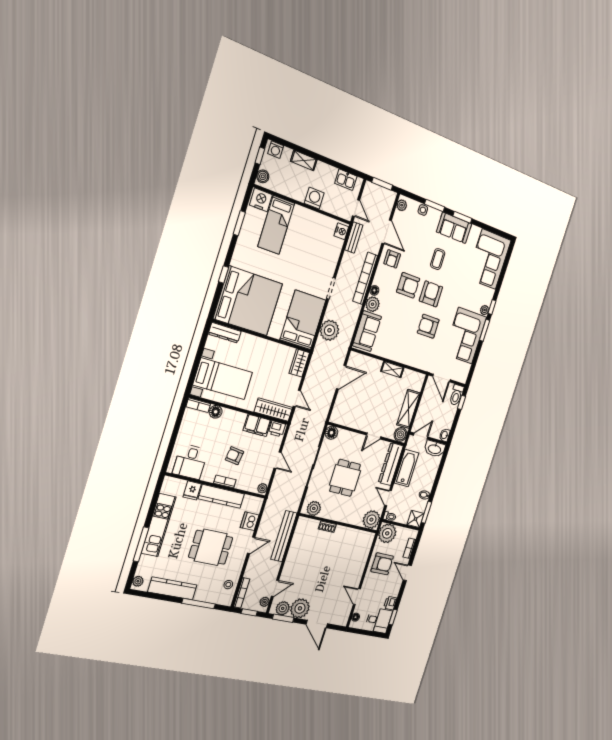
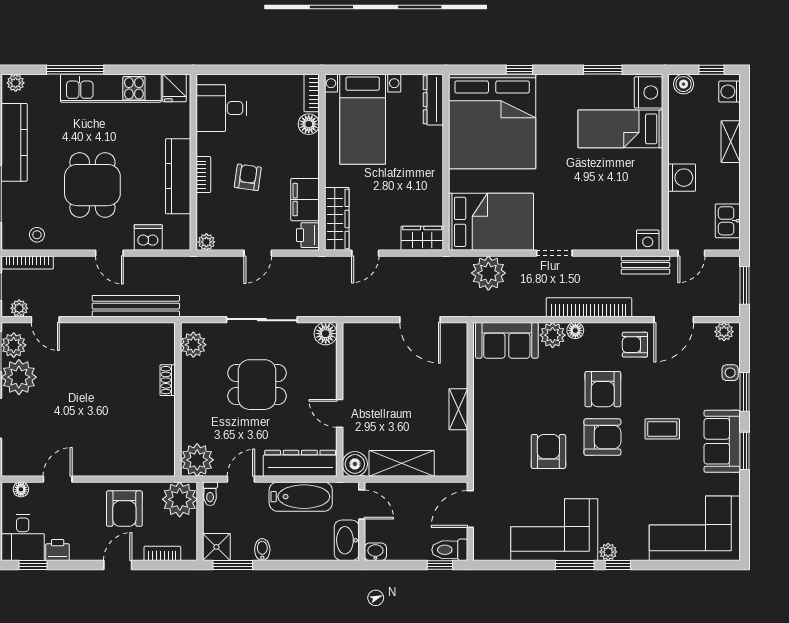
fridge: (192, 490) -> (174, 88), moved, turned -90

